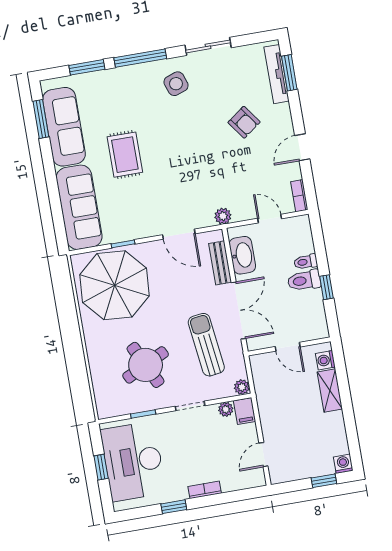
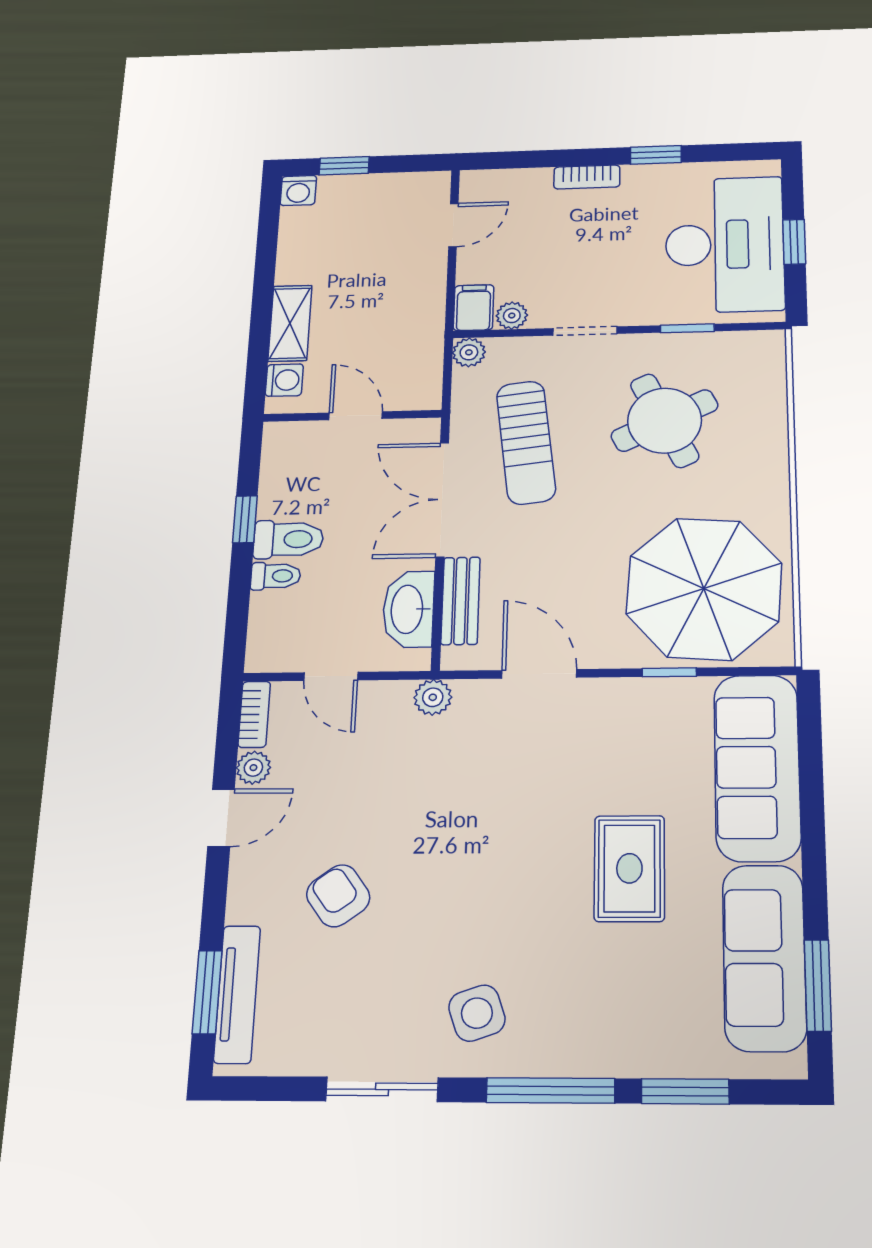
plant: (294, 172) -> (253, 768), added

